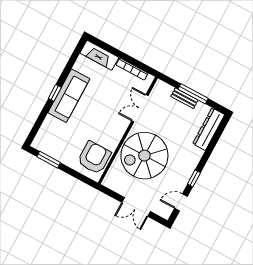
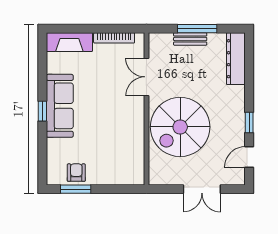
armchair: (94, 158) -> (76, 173), moved, width x0.53, depth x0.53

